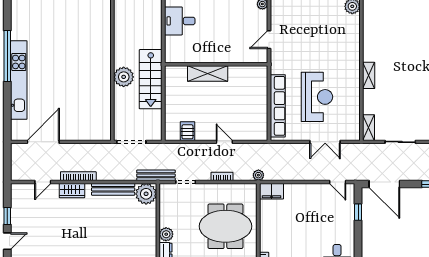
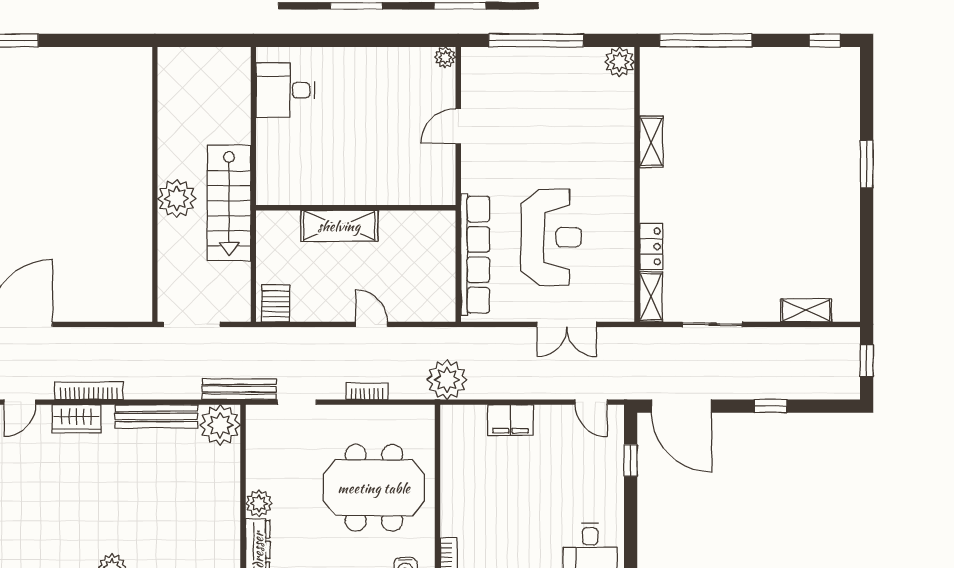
wall: (216, 64) -> (356, 208), moved
shelving: (208, 74) -> (339, 226), moved
shelving: (369, 75) -> (651, 142), moved
locker: (369, 102) -> (651, 246), added
server rack: (188, 131) -> (276, 303), moved
plant: (258, 175) -> (447, 380), width x1.88, depth x1.88
filing cabinet: (271, 191) -> (510, 420), moved

